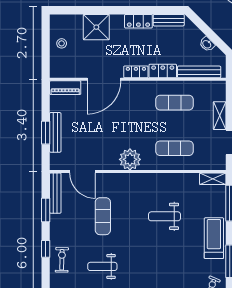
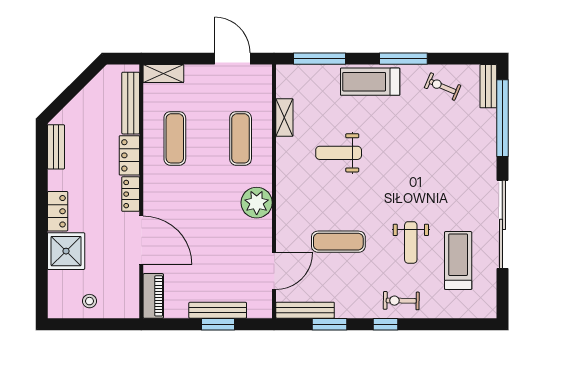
locker: (138, 21) -> (58, 211), moved
washbasin: (207, 44) -> (91, 92), removed
shelving: (220, 116) -> (163, 74), moved
shelving: (213, 179) -> (284, 117), moved
weight bench: (165, 216) -> (339, 153), turned 90

